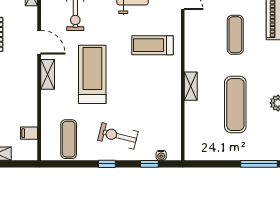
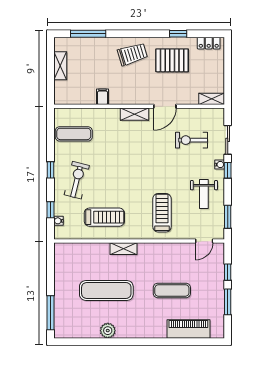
treadmill: (92, 74) -> (104, 217), moved, width x0.73, depth x0.73
filing cabinet: (29, 133) -> (103, 97), moved

